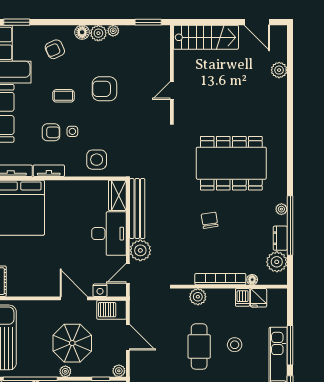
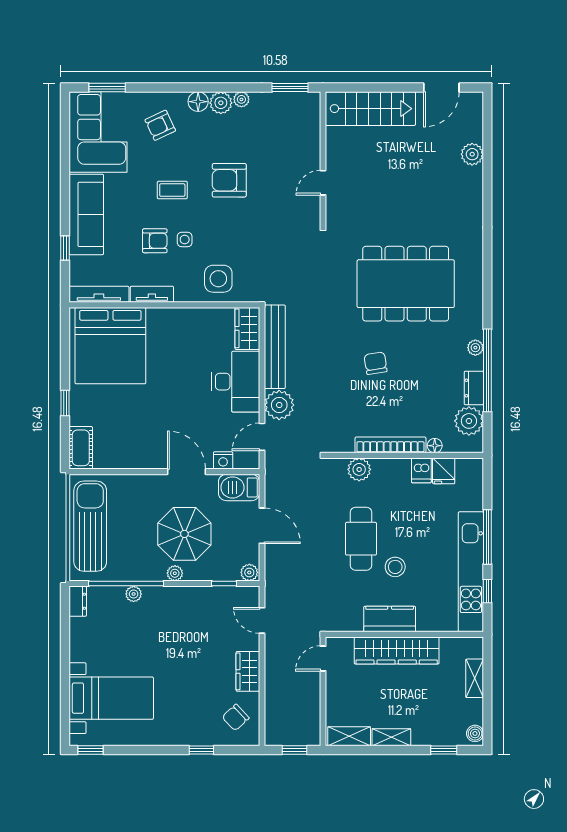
door: (257, 22) -> (441, 88), hinge flipped
stool: (235, 345) -> (395, 567), moved

